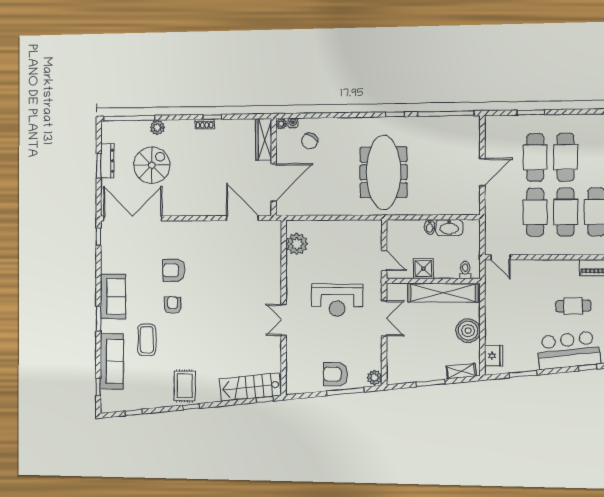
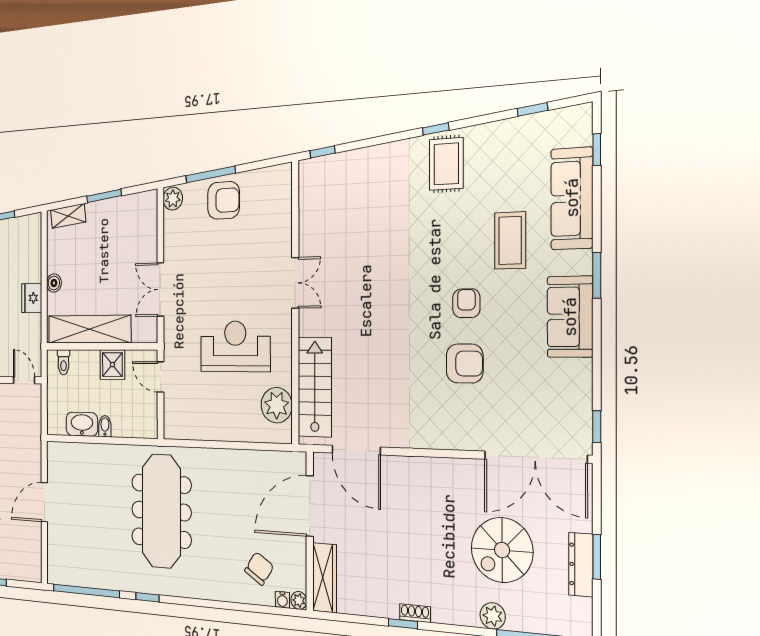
reception desk: (337, 300) -> (235, 346), moved
armchair: (173, 305) -> (466, 303), turned 180
boiler: (468, 331) -> (54, 283), width x0.54, depth x0.54
fridge: (494, 356) -> (32, 298), moved
stairs: (250, 387) -> (315, 387), moved, turned -84

